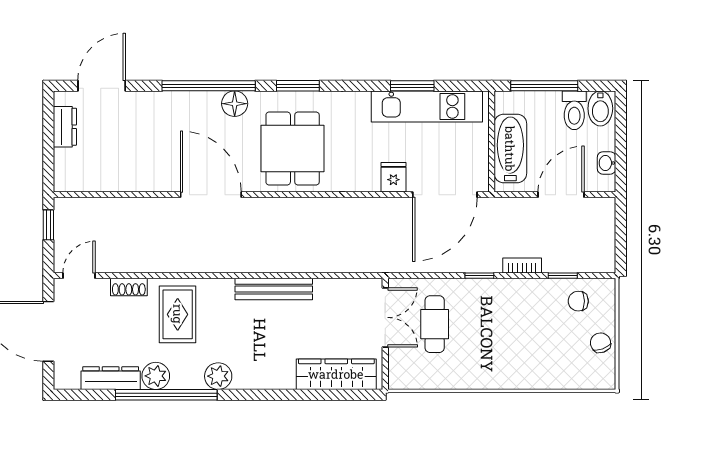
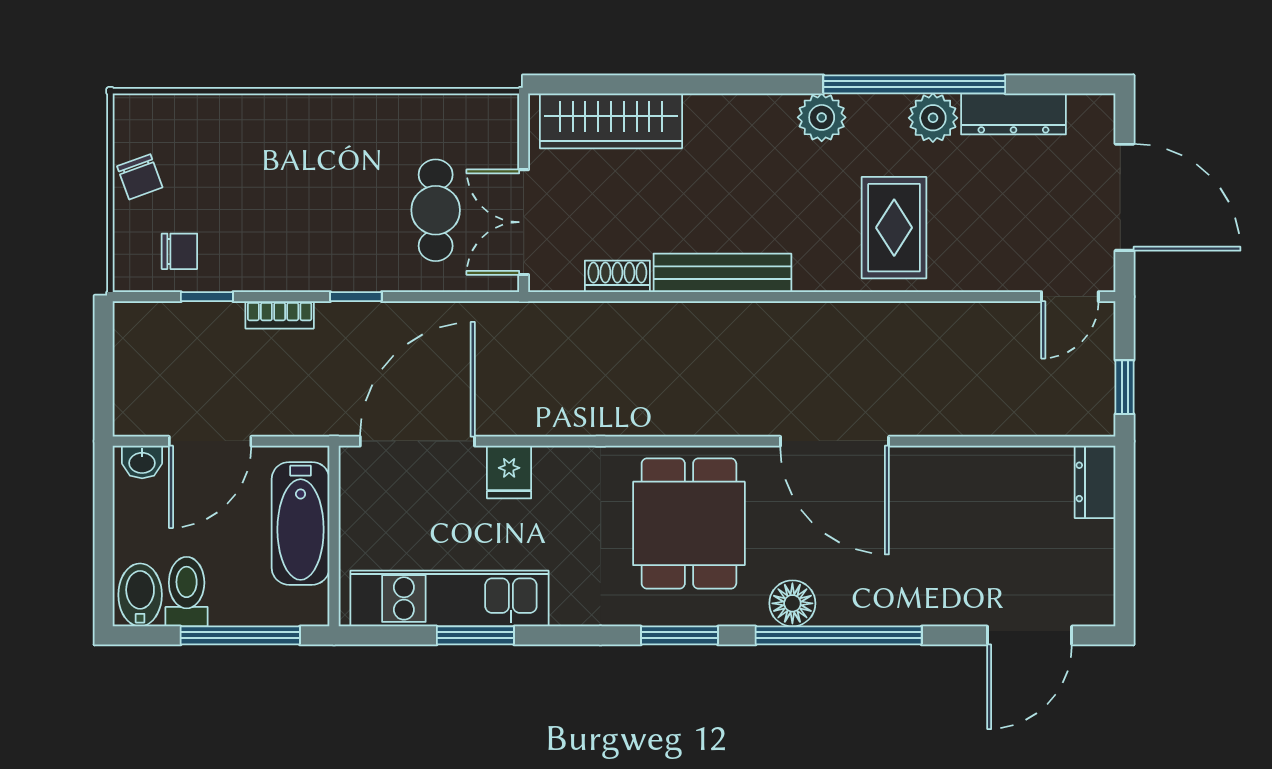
dresser: (65, 127) -> (1095, 482), moved
washbasin: (607, 163) -> (142, 462), moved, turned 90
shoe rack: (129, 287) -> (617, 276), moved

